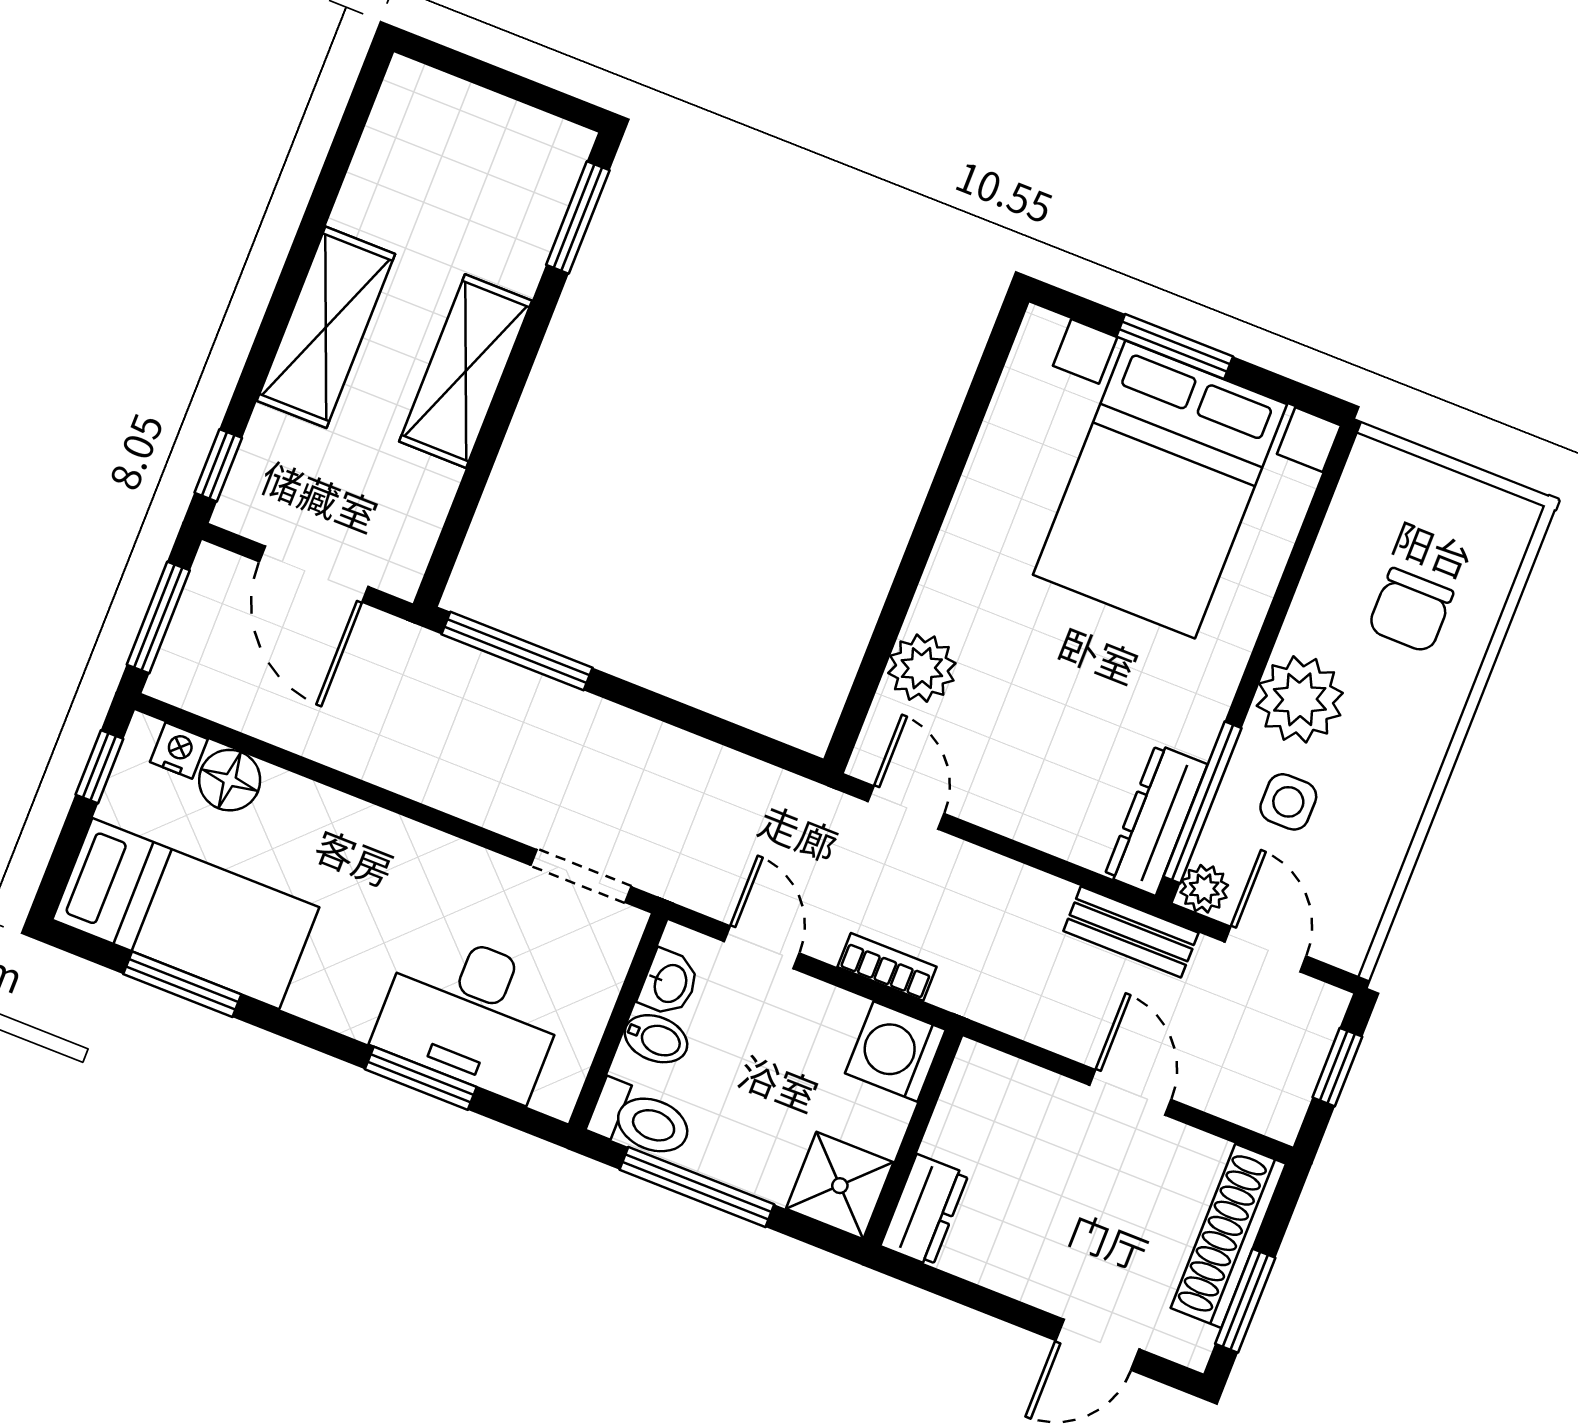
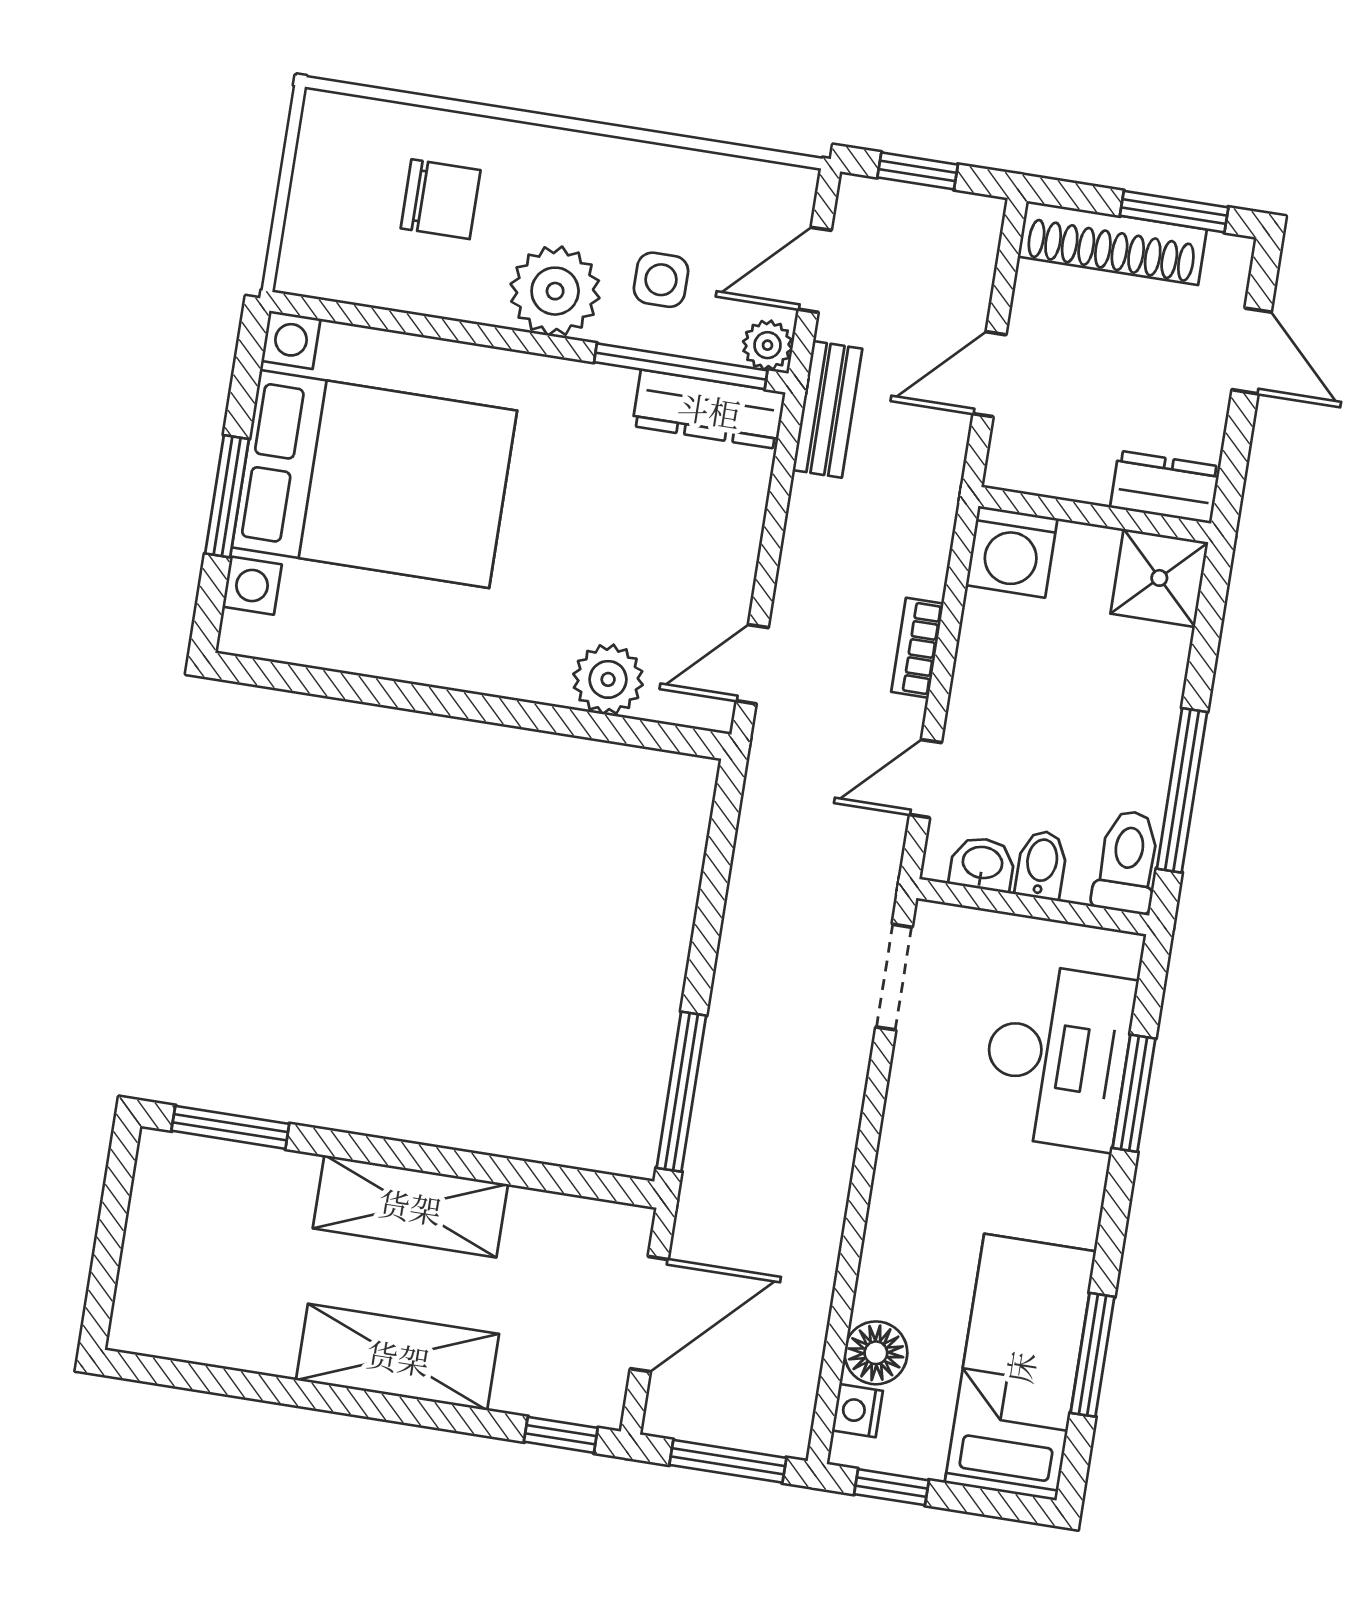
washing machine: (895, 1052) -> (1012, 552), moved
wall: (913, 1138) -> (1095, 515), moved
shower: (840, 1186) -> (1159, 578), moved
dresser: (925, 1210) -> (1165, 487), moved

